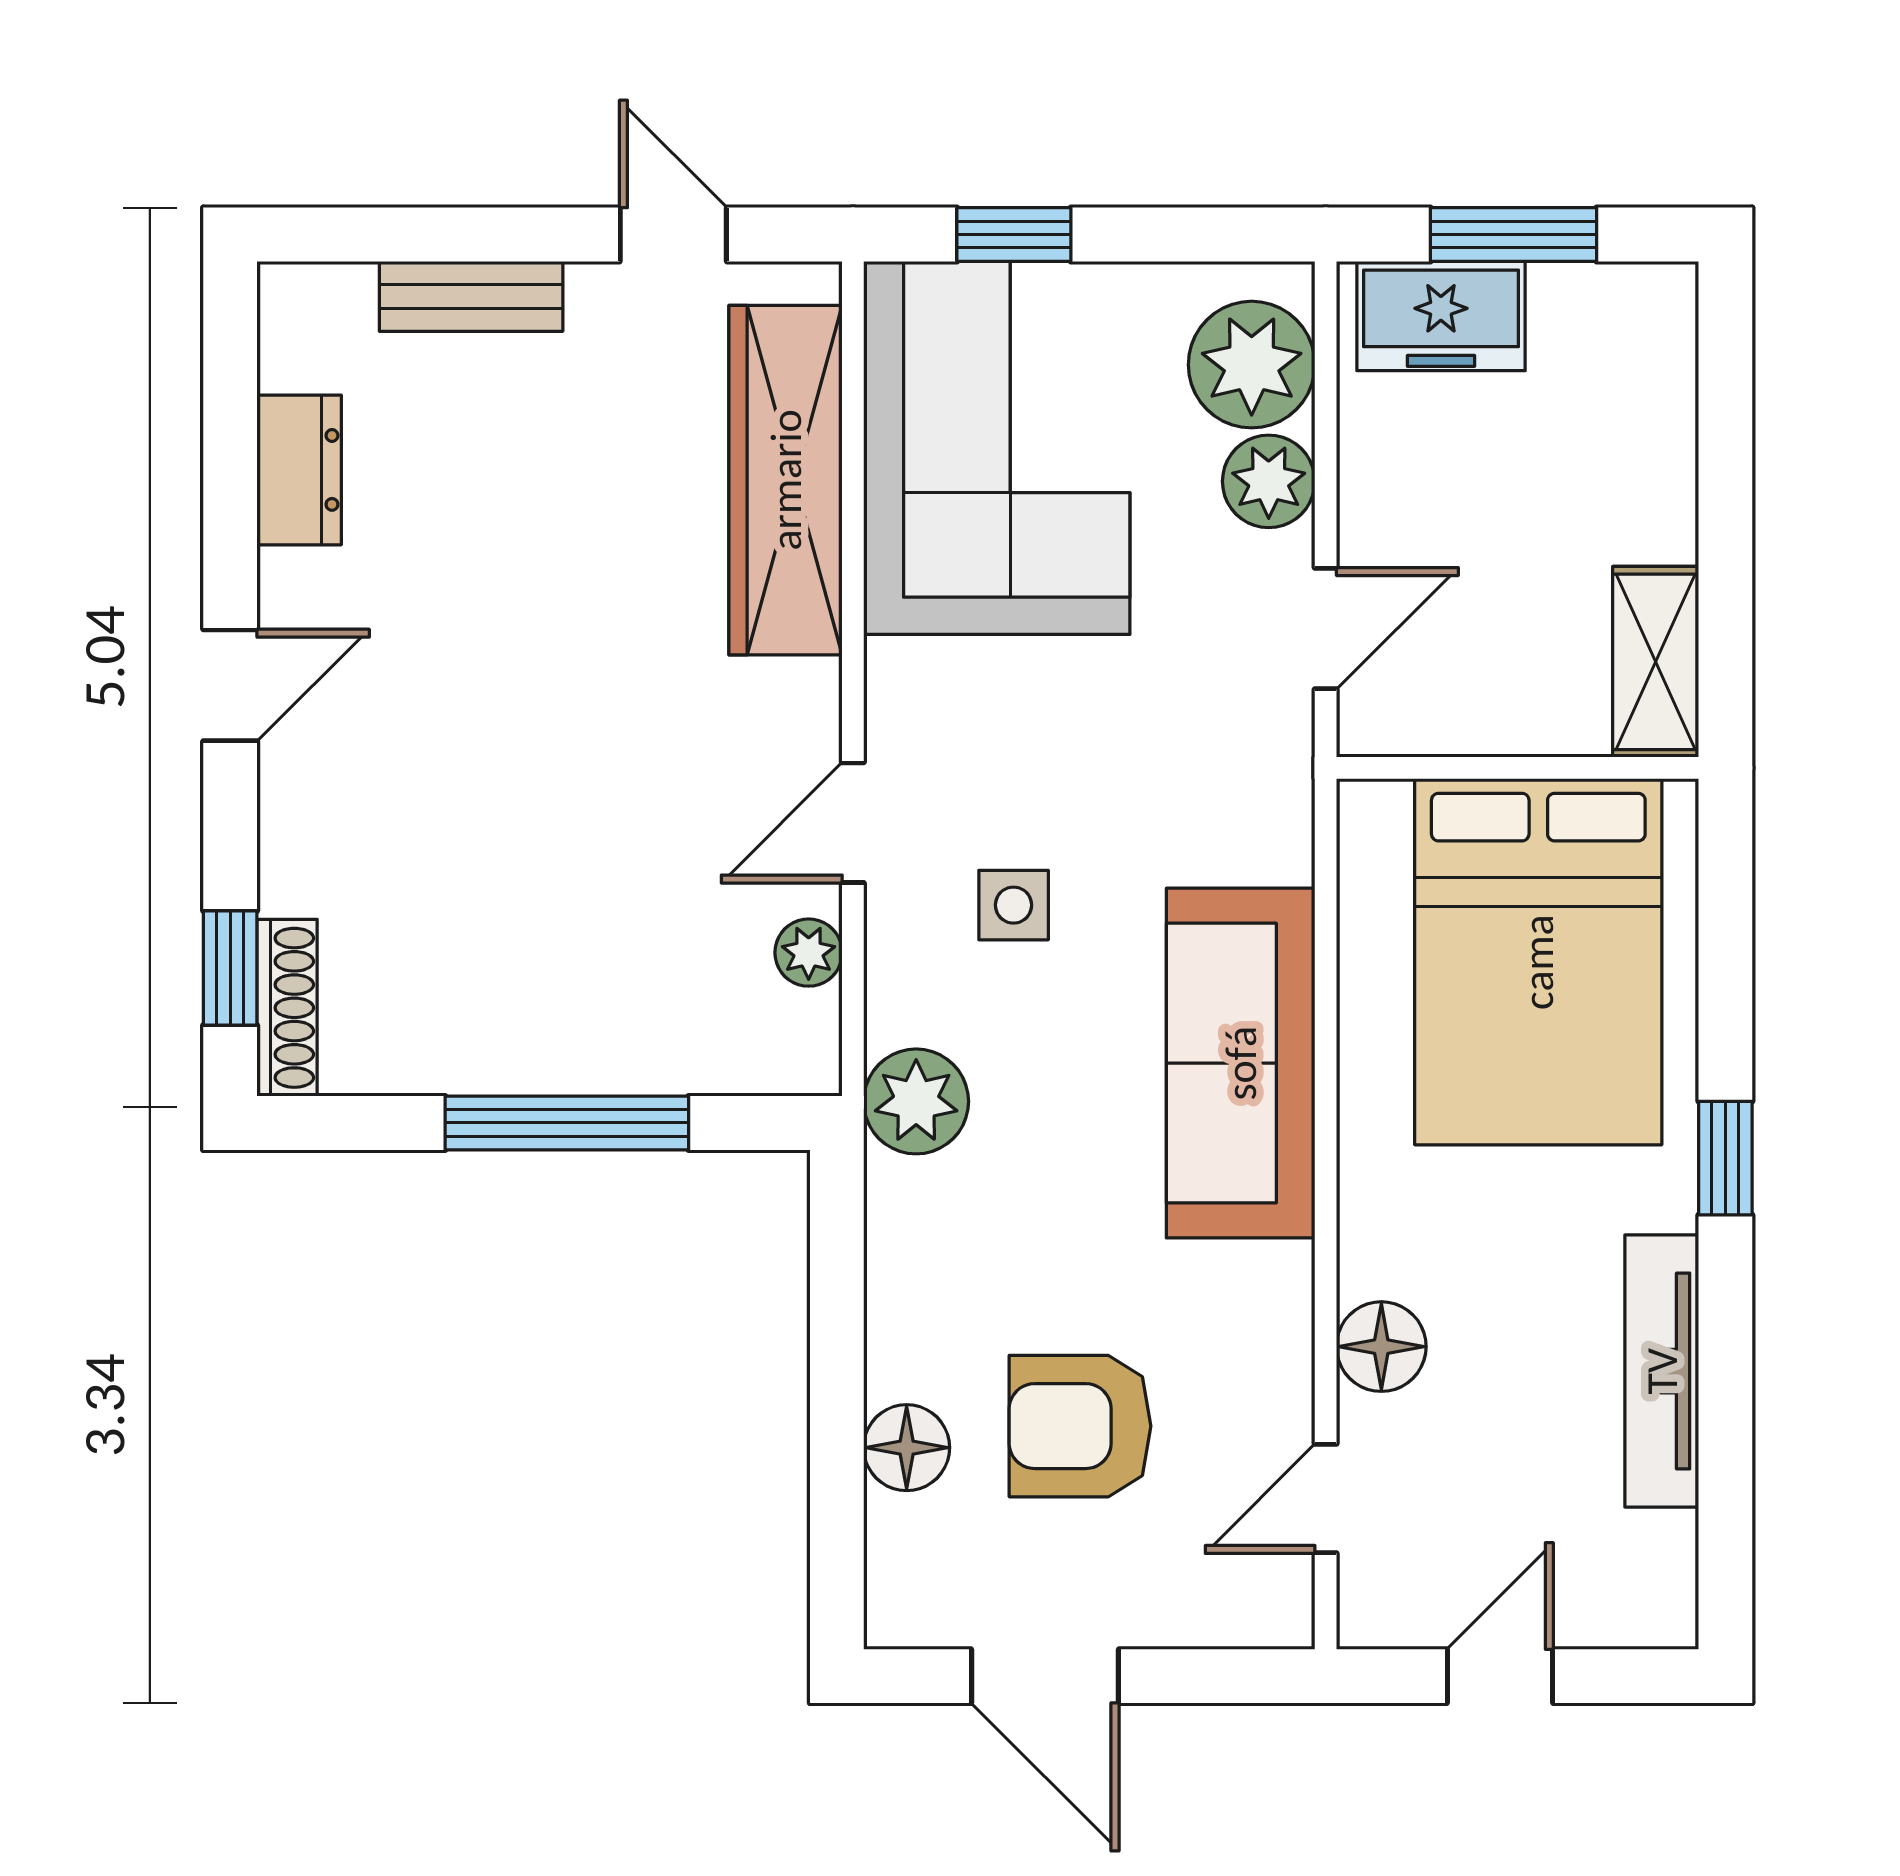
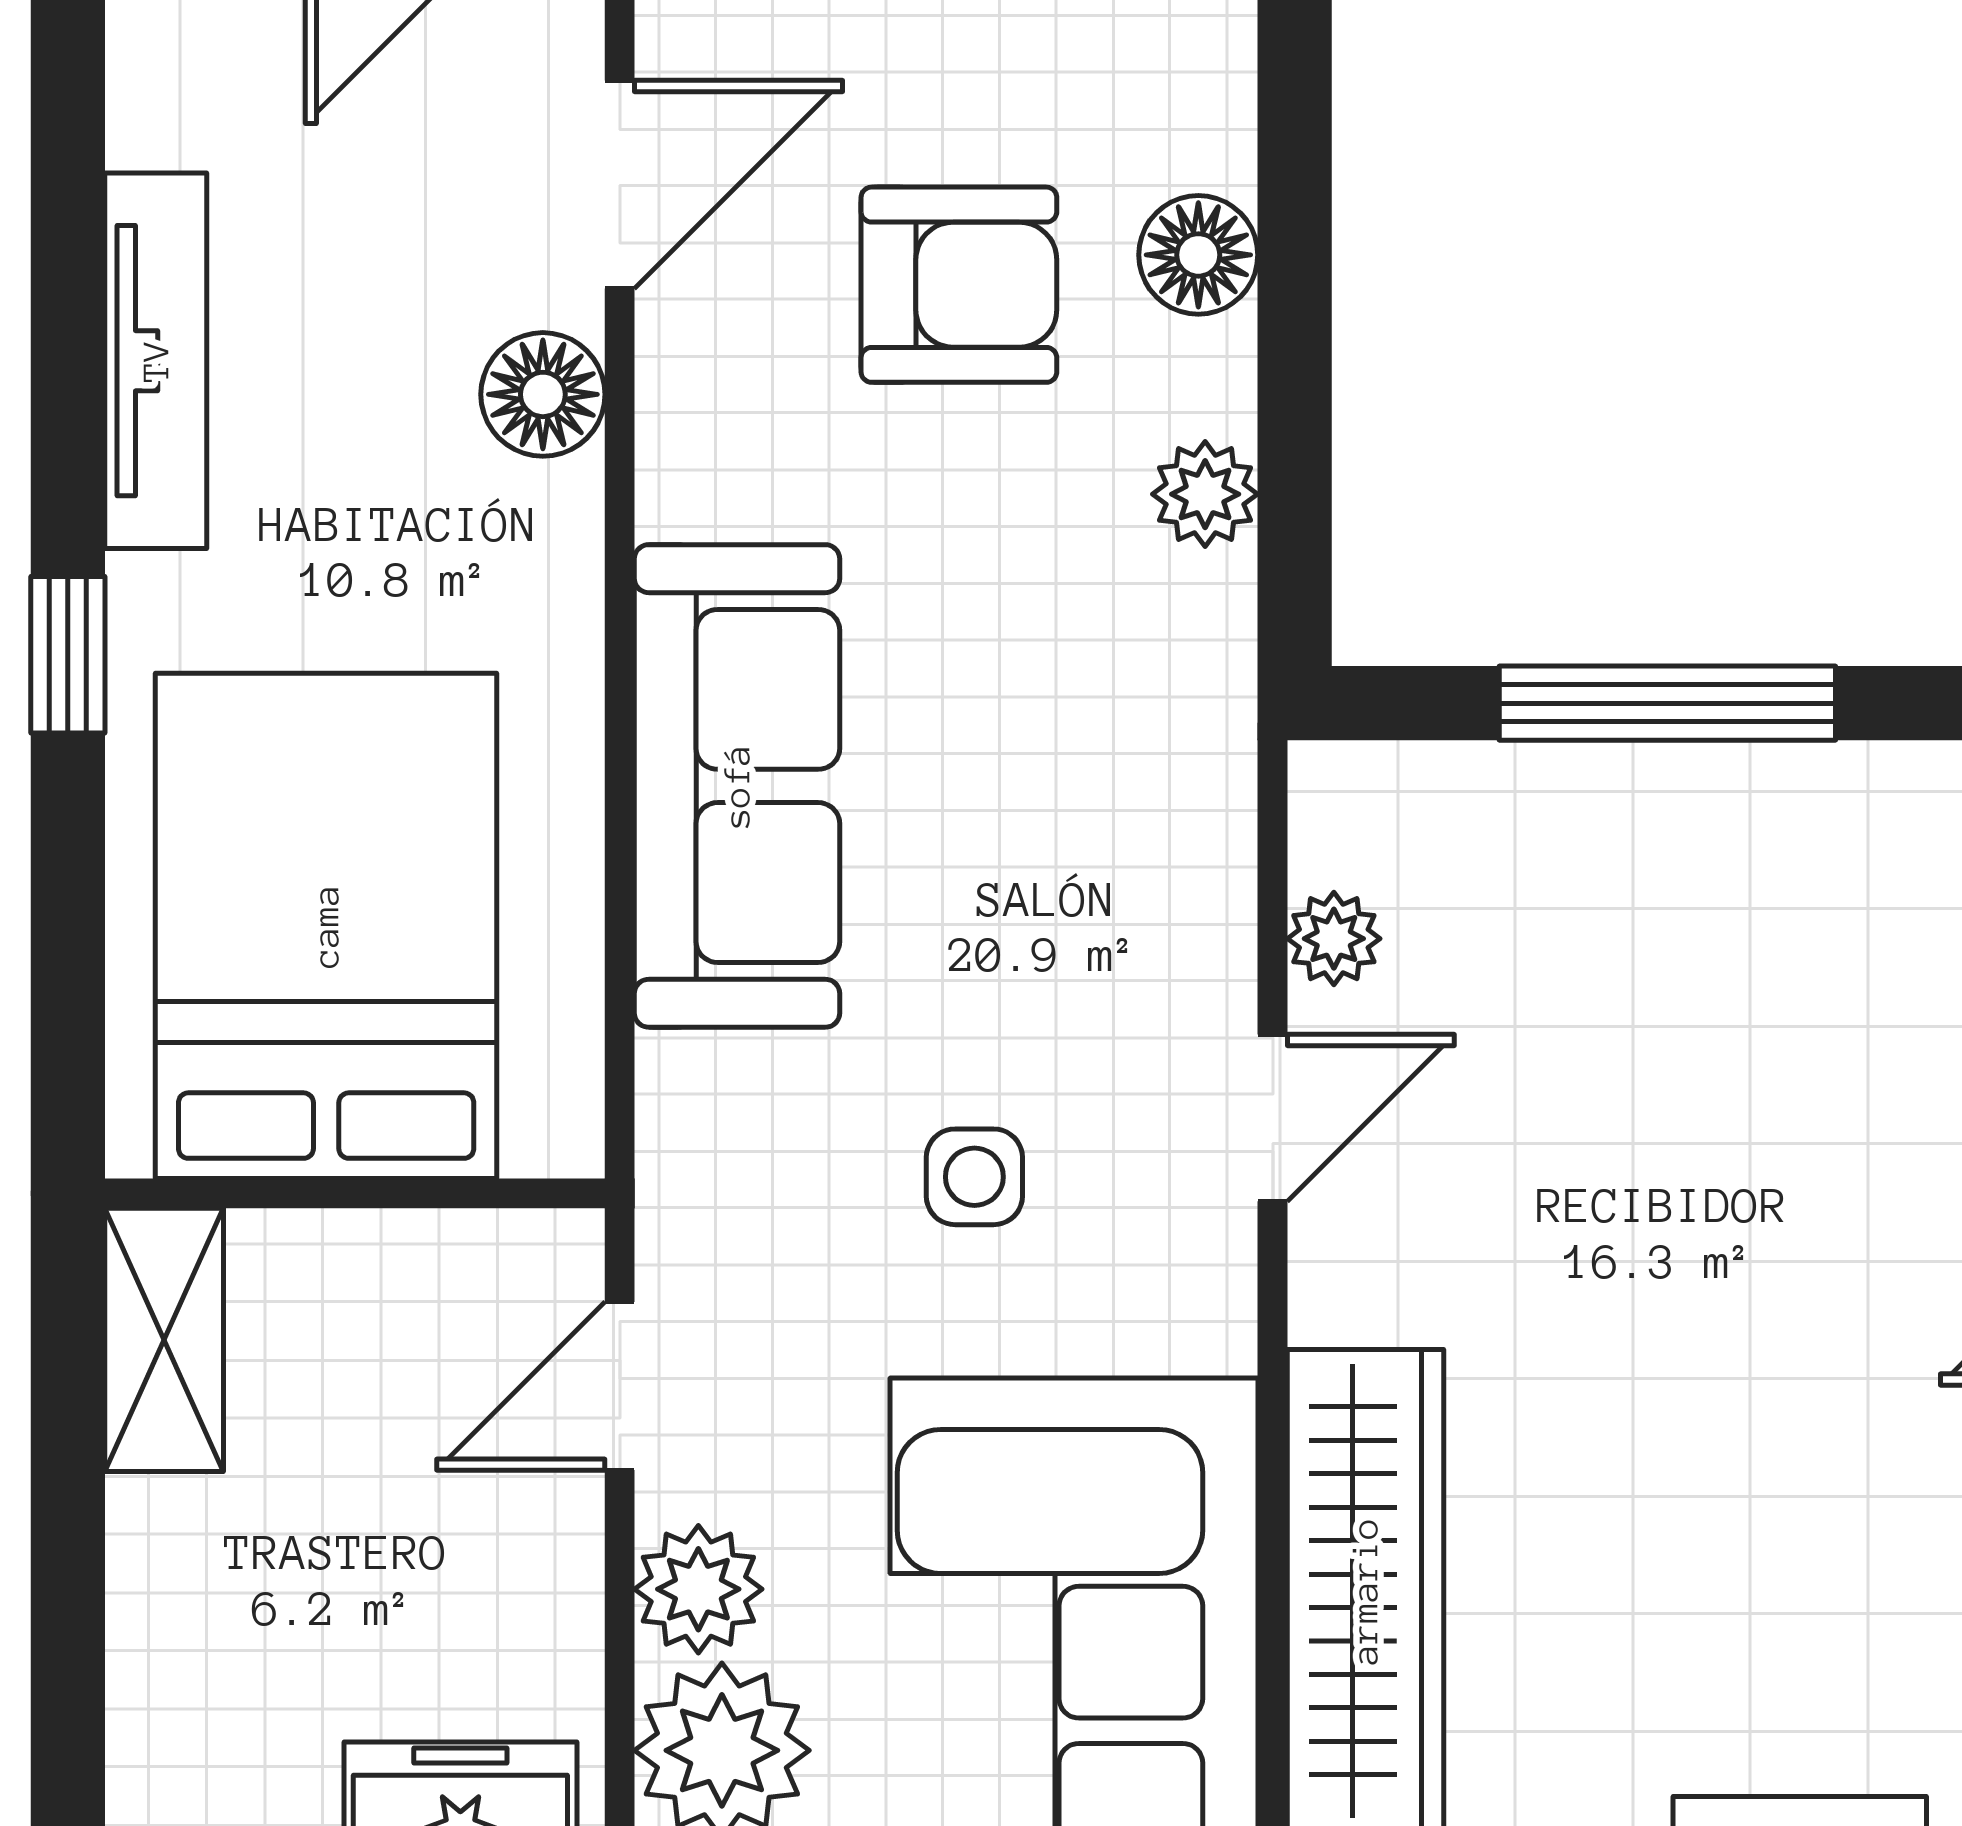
side table: (1014, 905) -> (974, 1177), moved
plant: (916, 1101) -> (1205, 494), moved, width x0.73, depth x0.73
door: (1326, 1499) -> (620, 185), width x1.37

